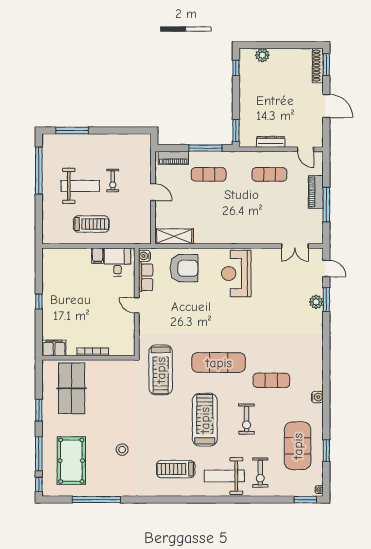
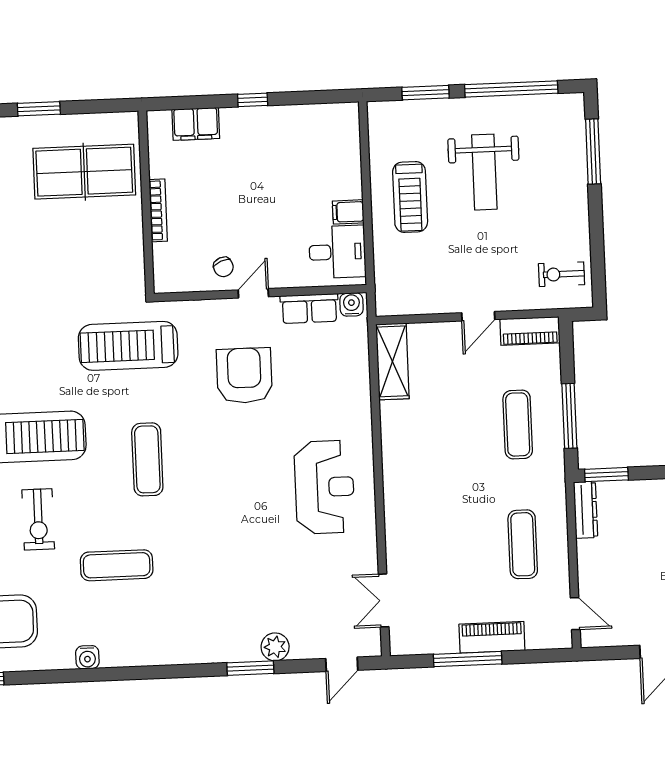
dresser: (271, 142) -> (586, 510), moved
door: (306, 149) -> (575, 614), swing flipped
piano: (173, 158) -> (530, 331), moved, turned -90
exercise bike: (113, 180) -> (562, 274), moved
window: (39, 214) -> (426, 93), added
armchair: (184, 268) -> (244, 376), moved, turned 180
reception desk: (236, 274) -> (324, 487), turned 90
window: (326, 299) -> (250, 668), moved
chair: (123, 320) -> (223, 267), added
filing cabinet: (54, 348) -> (196, 124), moved, turned 90
exercise mat: (219, 363) -> (147, 459), width x0.73, depth x0.69
exercise mat: (271, 380) -> (117, 565), turned 90
exercise bike: (247, 419) -> (38, 519), turned -90

